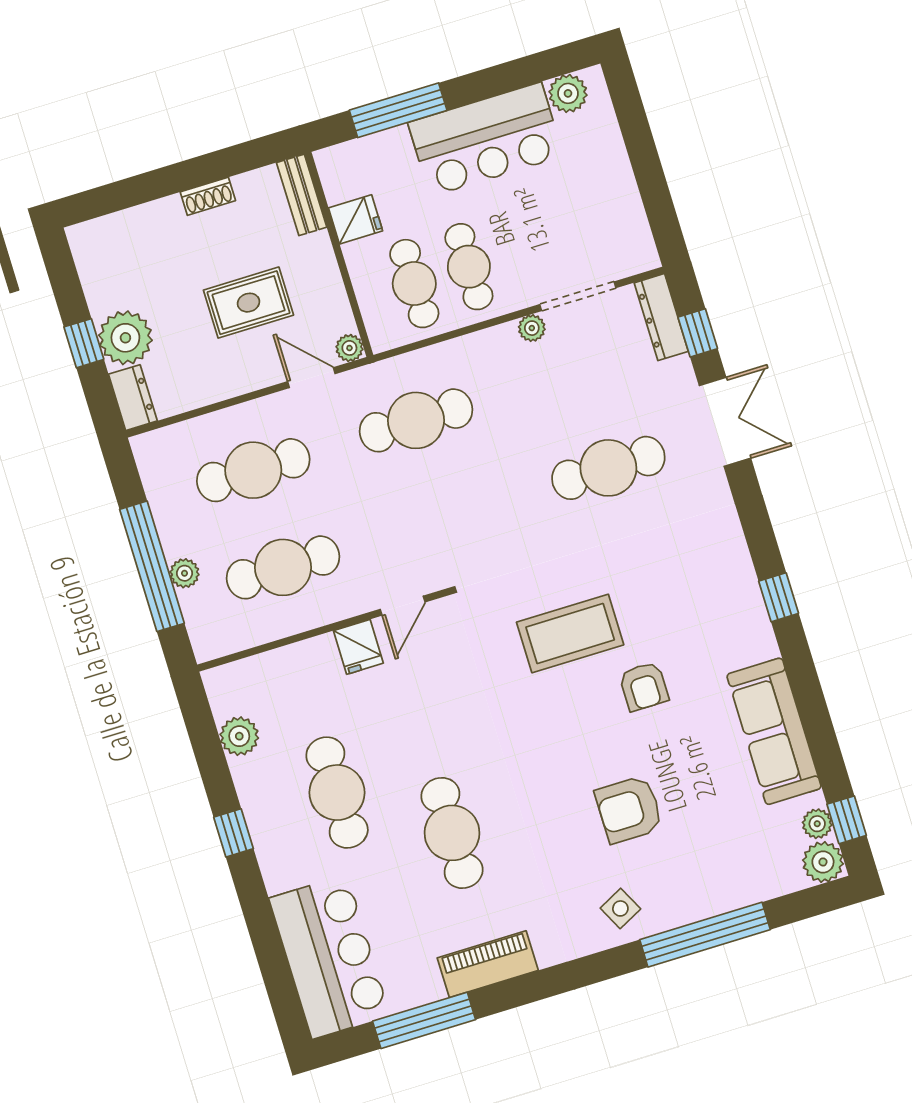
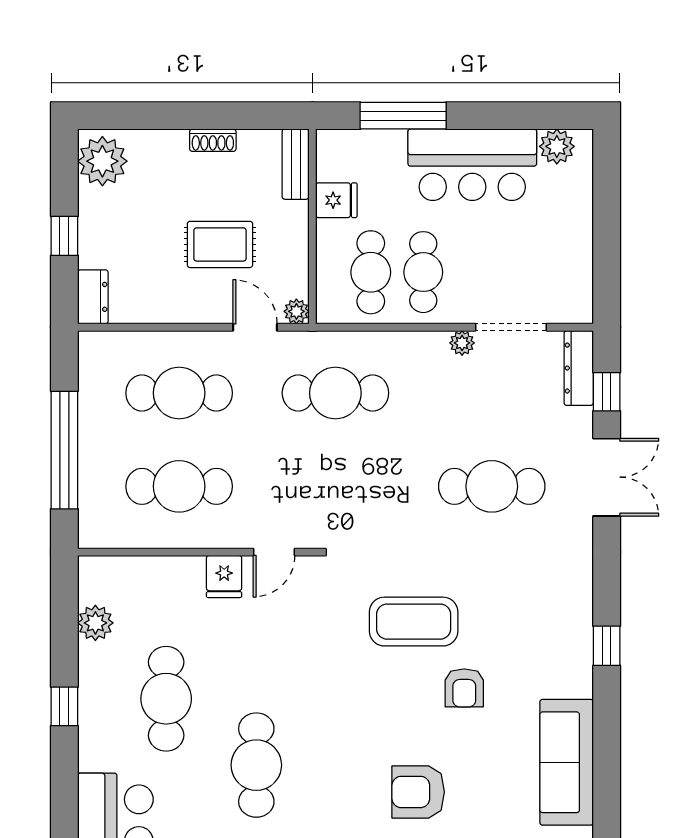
plant: (125, 338) -> (102, 161), moved
plant: (185, 573) -> (91, 465), removed

